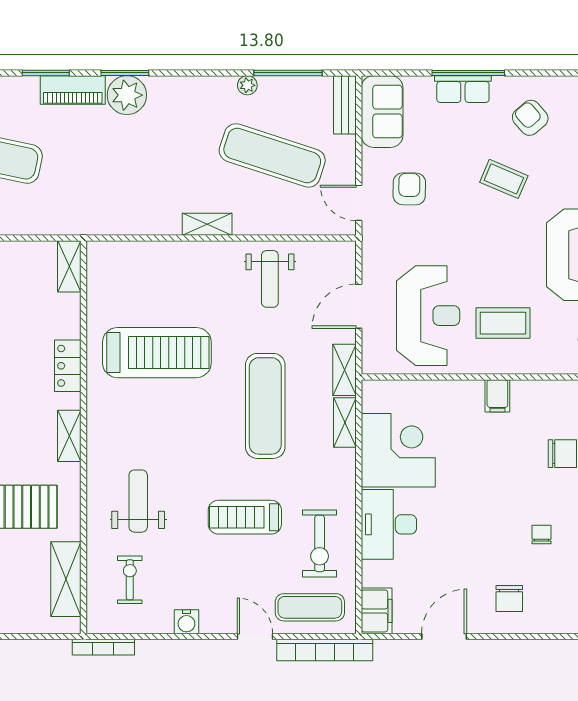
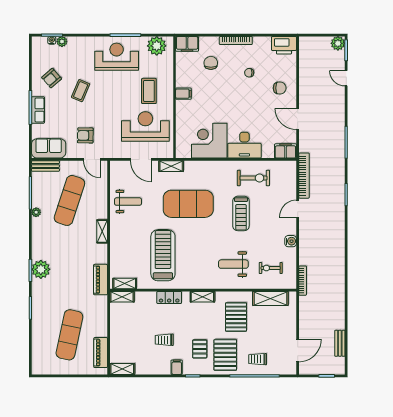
piano: (73, 90) -> (100, 280), moved, turned 180
door: (359, 203) -> (92, 159), hinge flipped
exercise mat: (265, 406) -> (188, 204), width x1.47
shelving: (345, 422) -> (125, 283), moved
exercise mat: (310, 607) -> (284, 183), removed

